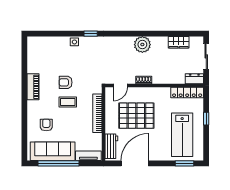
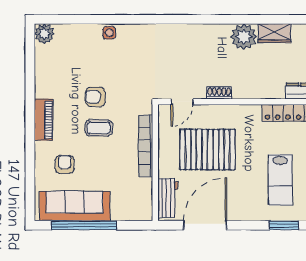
window: (91, 34) -> (135, 19), removed
plant: (33, 43) -> (44, 34), added
plant: (142, 45) -> (244, 37), moved
piano: (33, 87) -> (44, 120), moved
lab bench: (182, 135) -> (280, 180), width x0.73, depth x0.72
tv unit: (88, 156) -> (131, 213), removed

